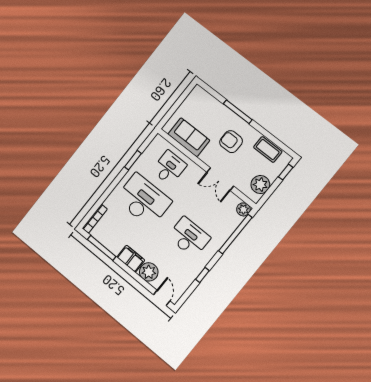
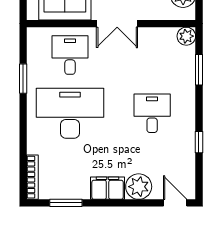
double door: (220, 179) -> (117, 24), moved
window: (235, 234) -> (199, 70), width x0.47
desk: (189, 237) -> (152, 113), width x0.73
window: (102, 248) -> (66, 203), width x0.69

